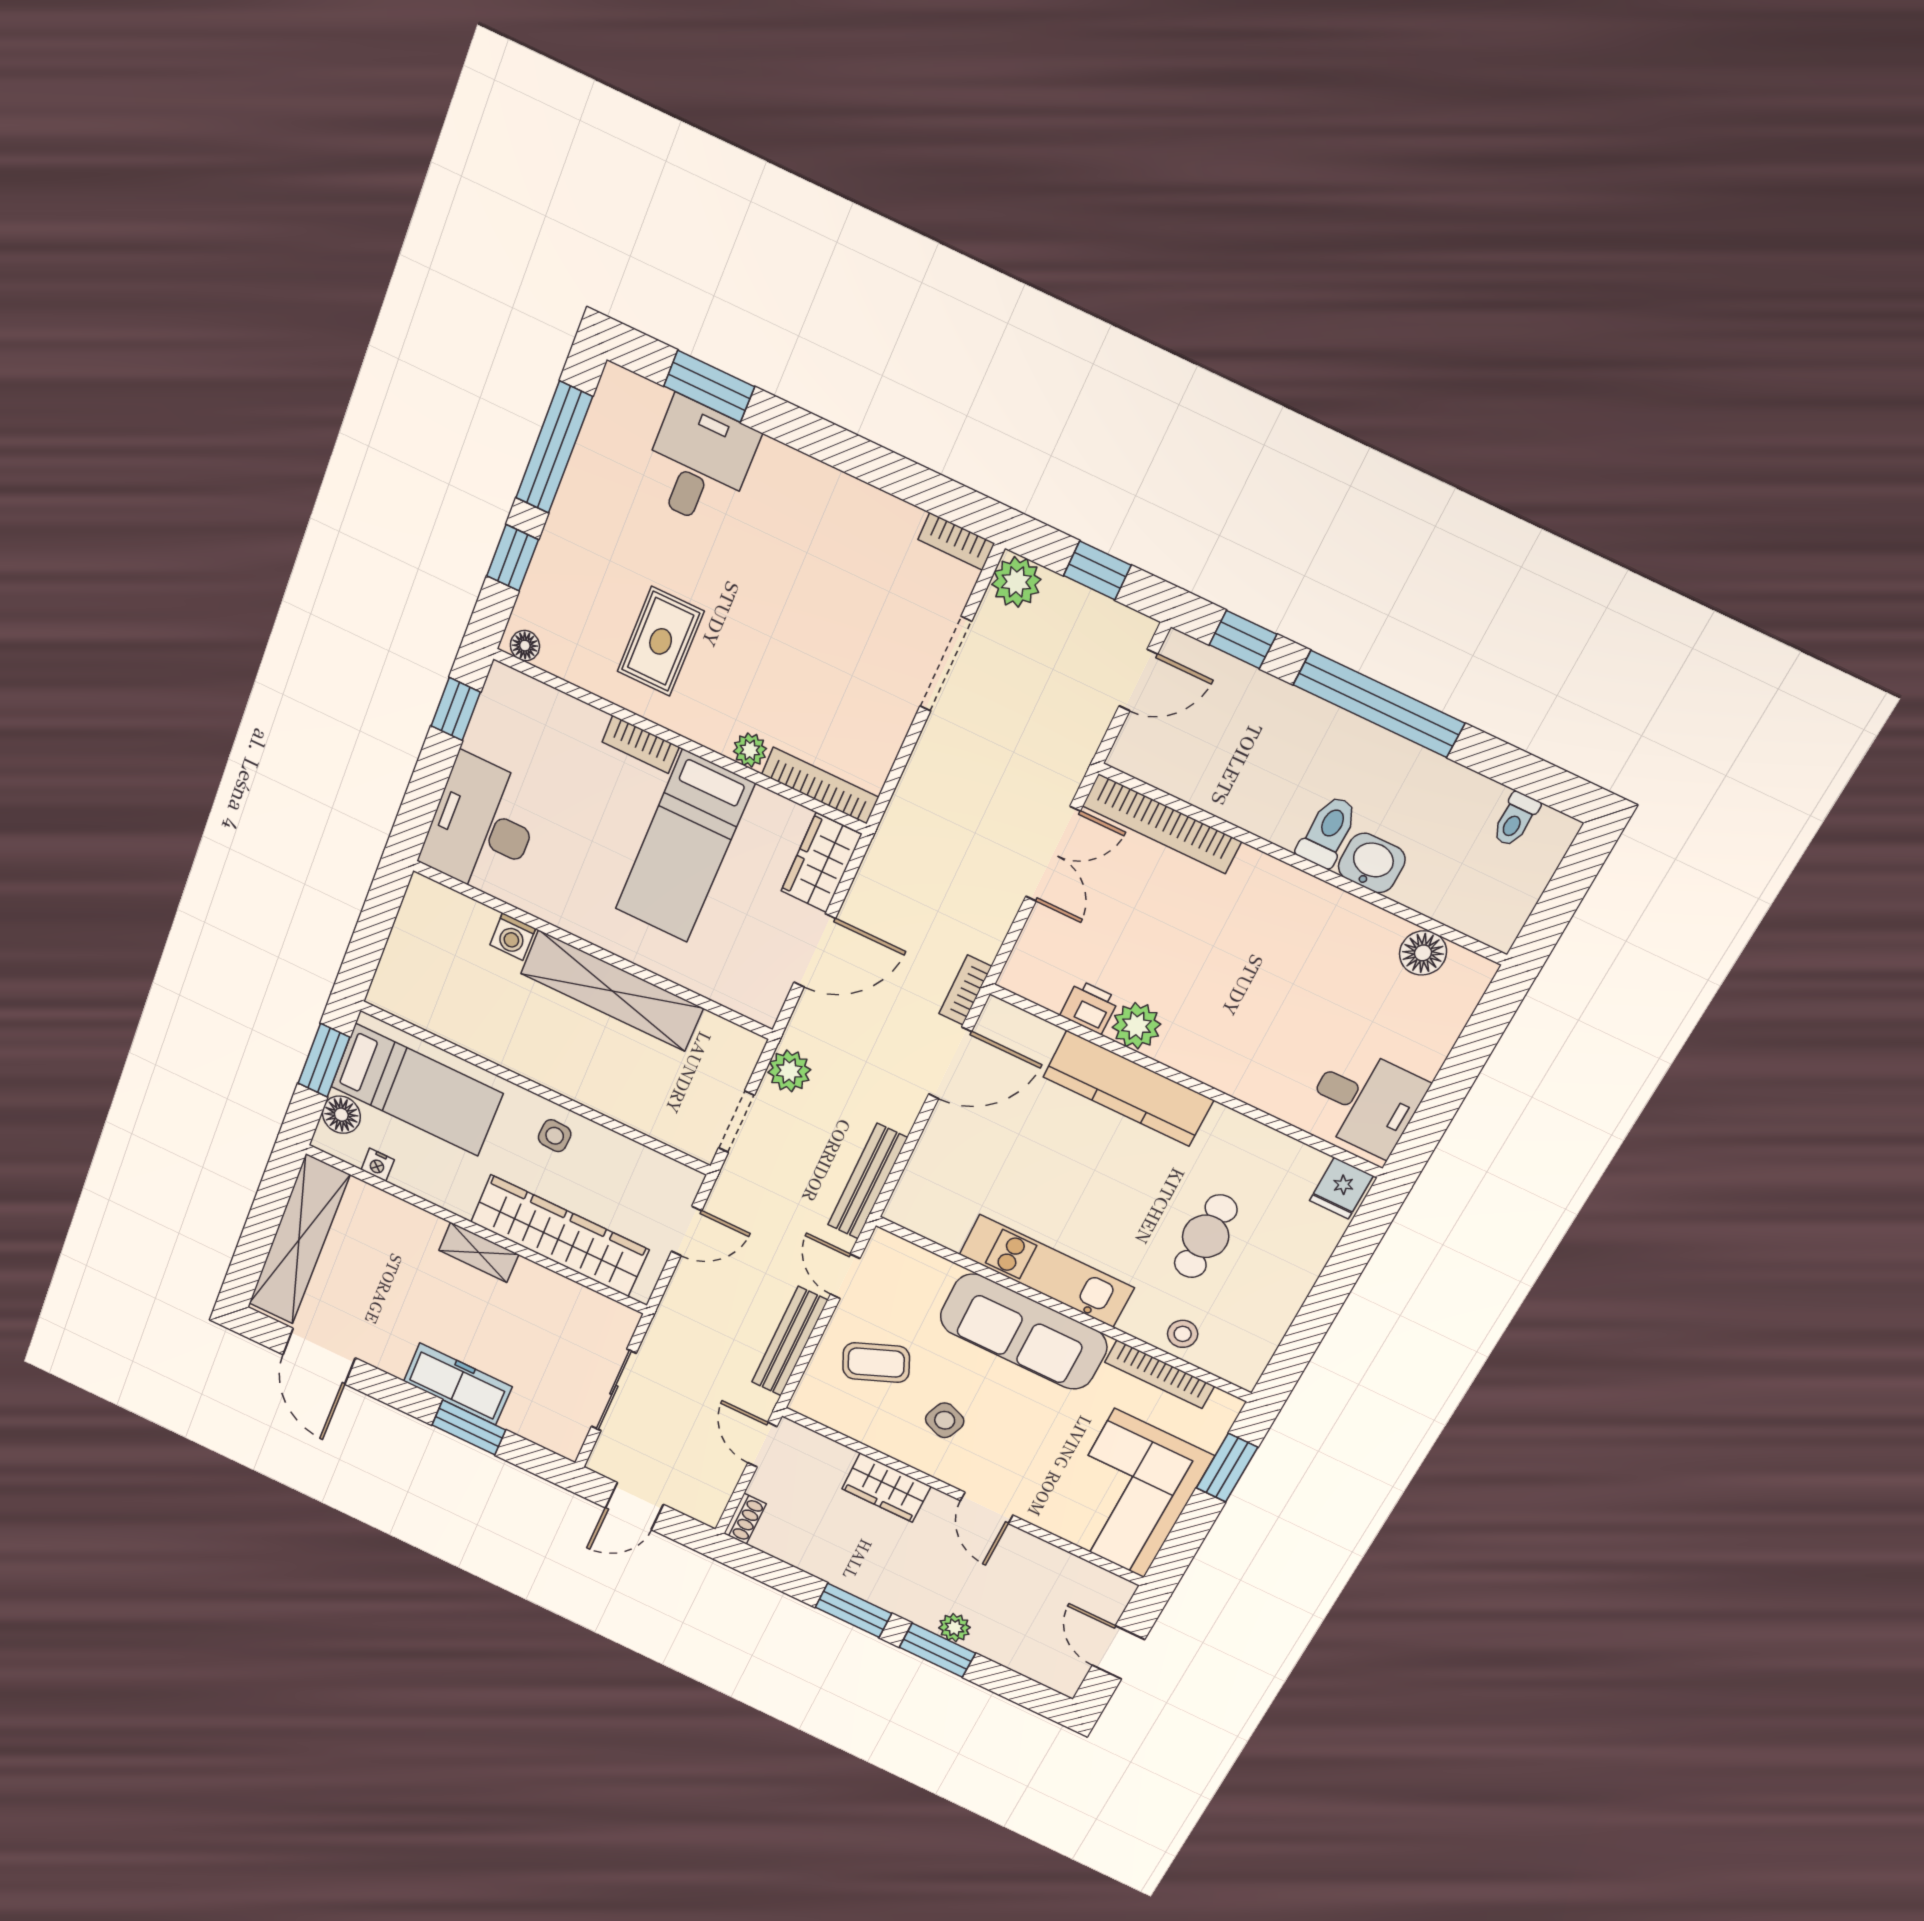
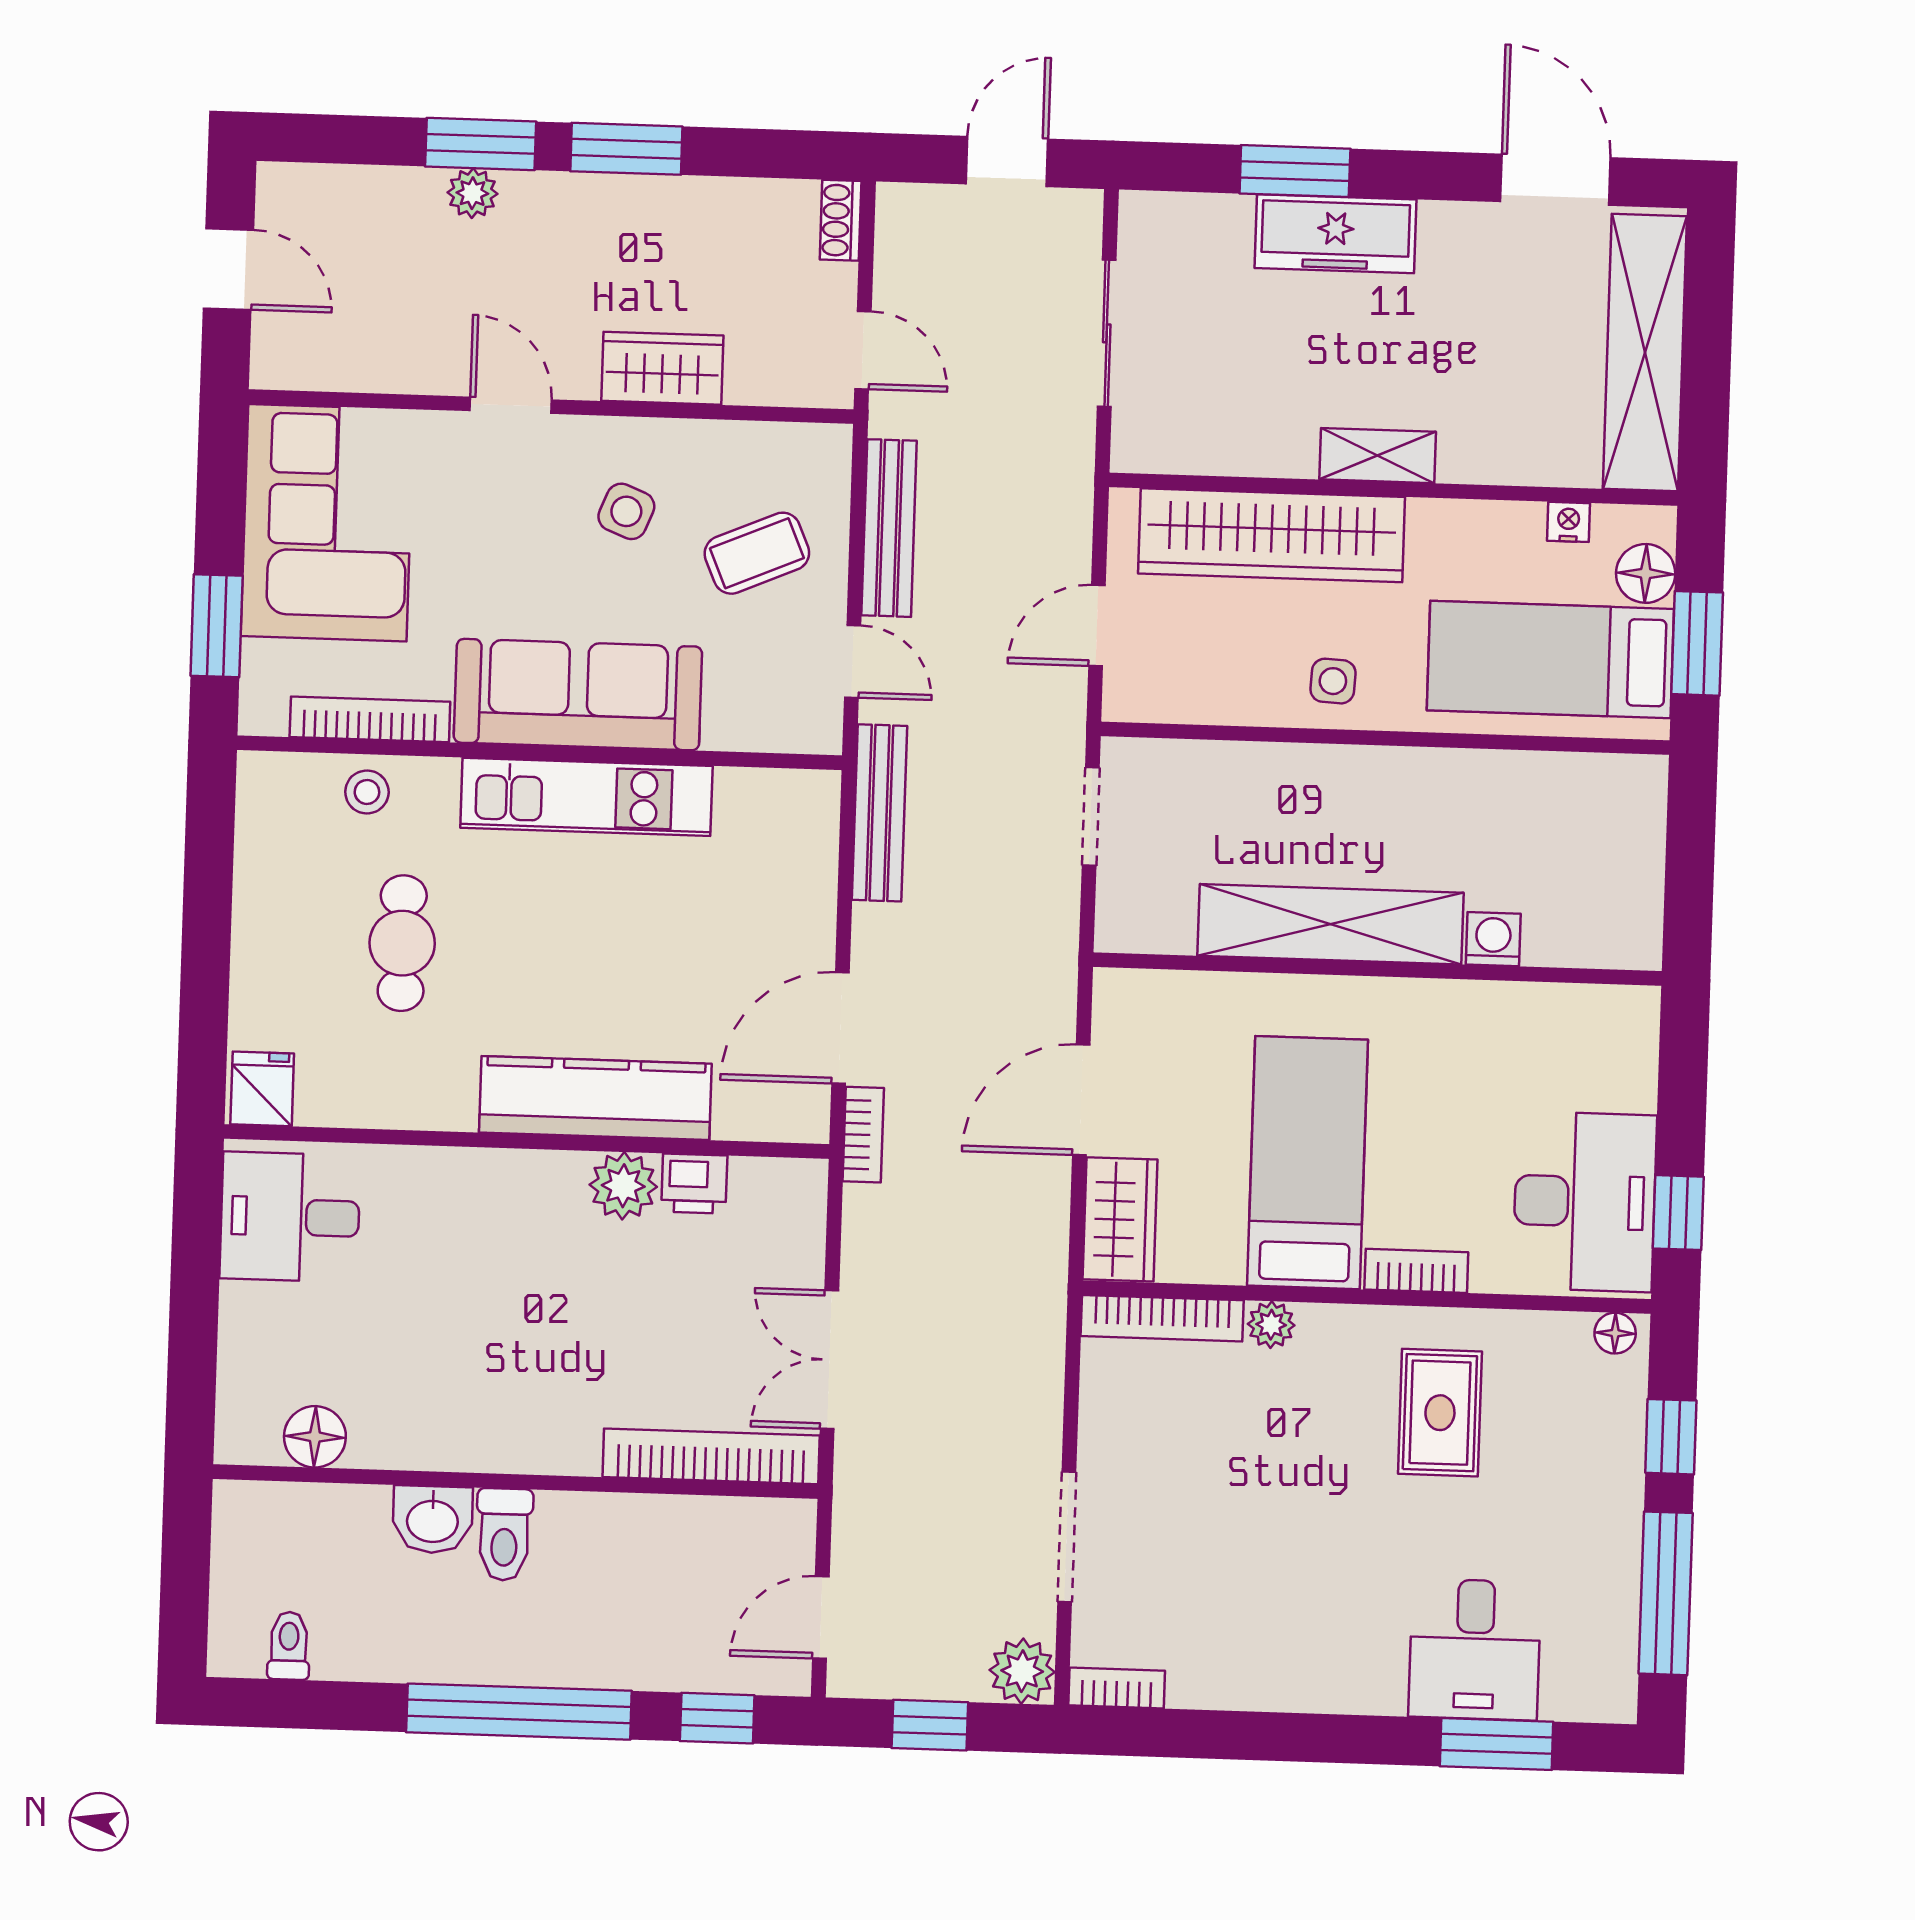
desk: (482, 826) -> (1585, 1202), moved
plant: (789, 1071) -> (1048, 920), removed

